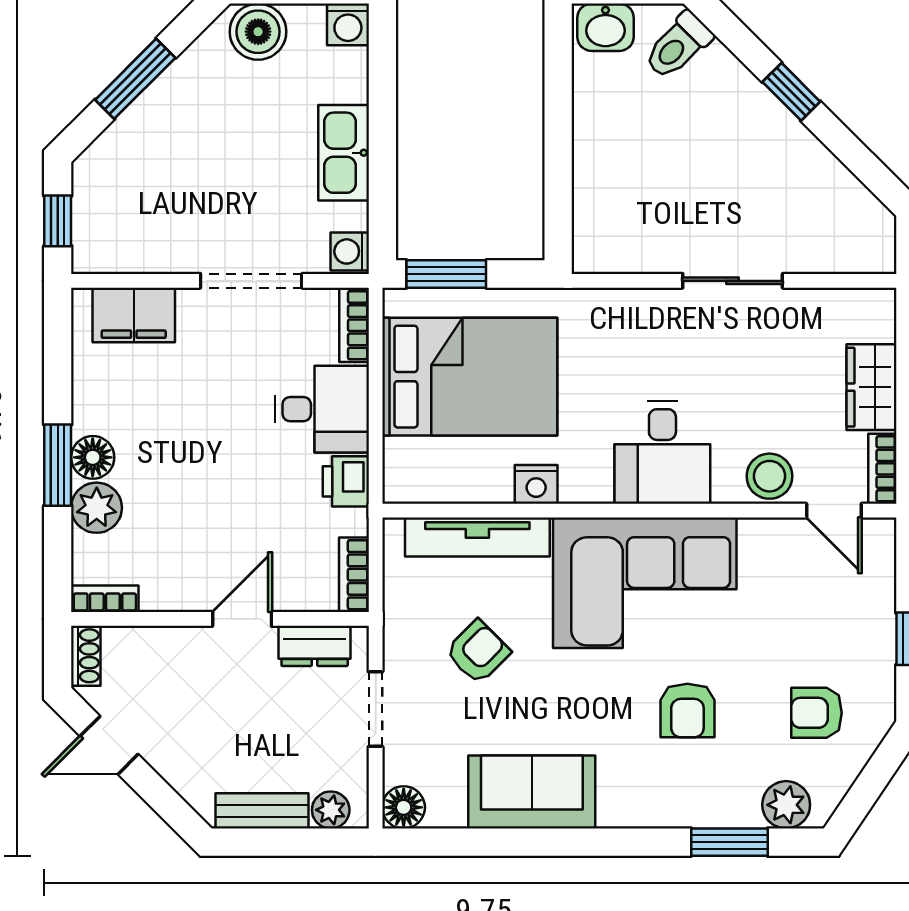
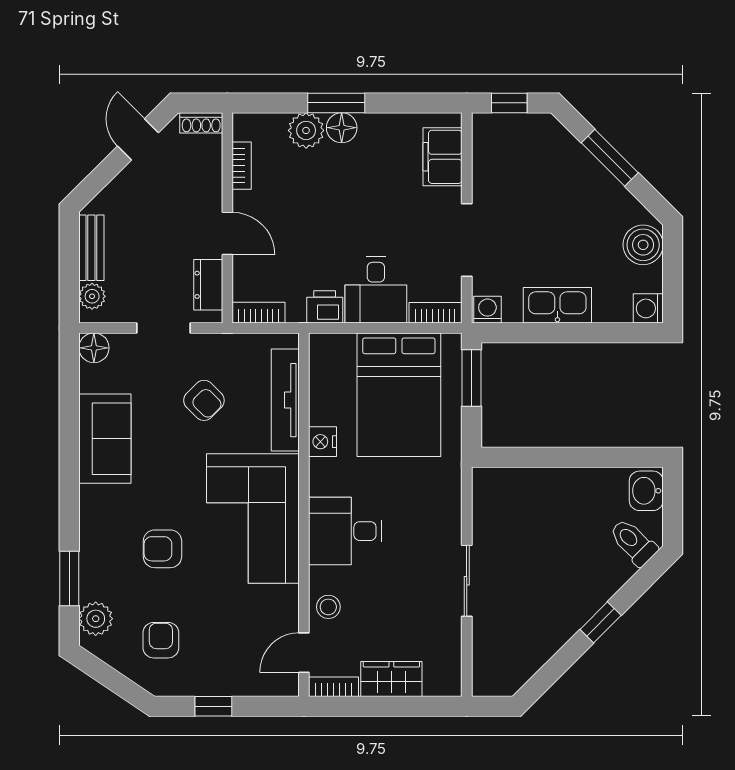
stool: (770, 476) -> (328, 607), width x0.73, depth x0.73
bookcase: (105, 599) -> (242, 166), moved

